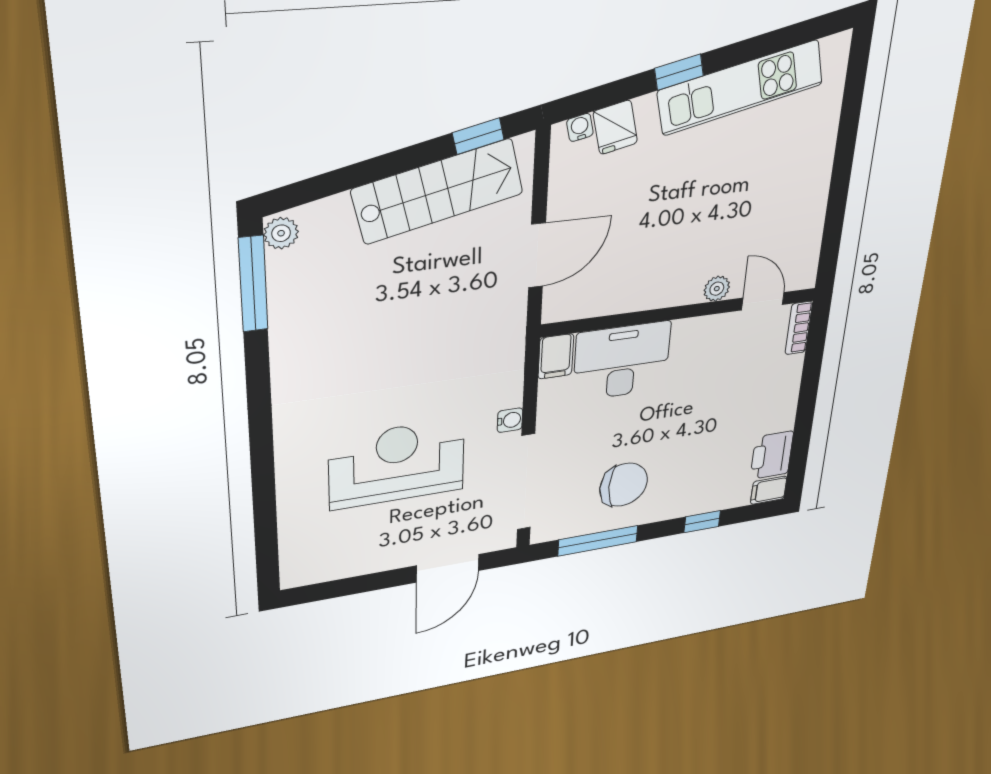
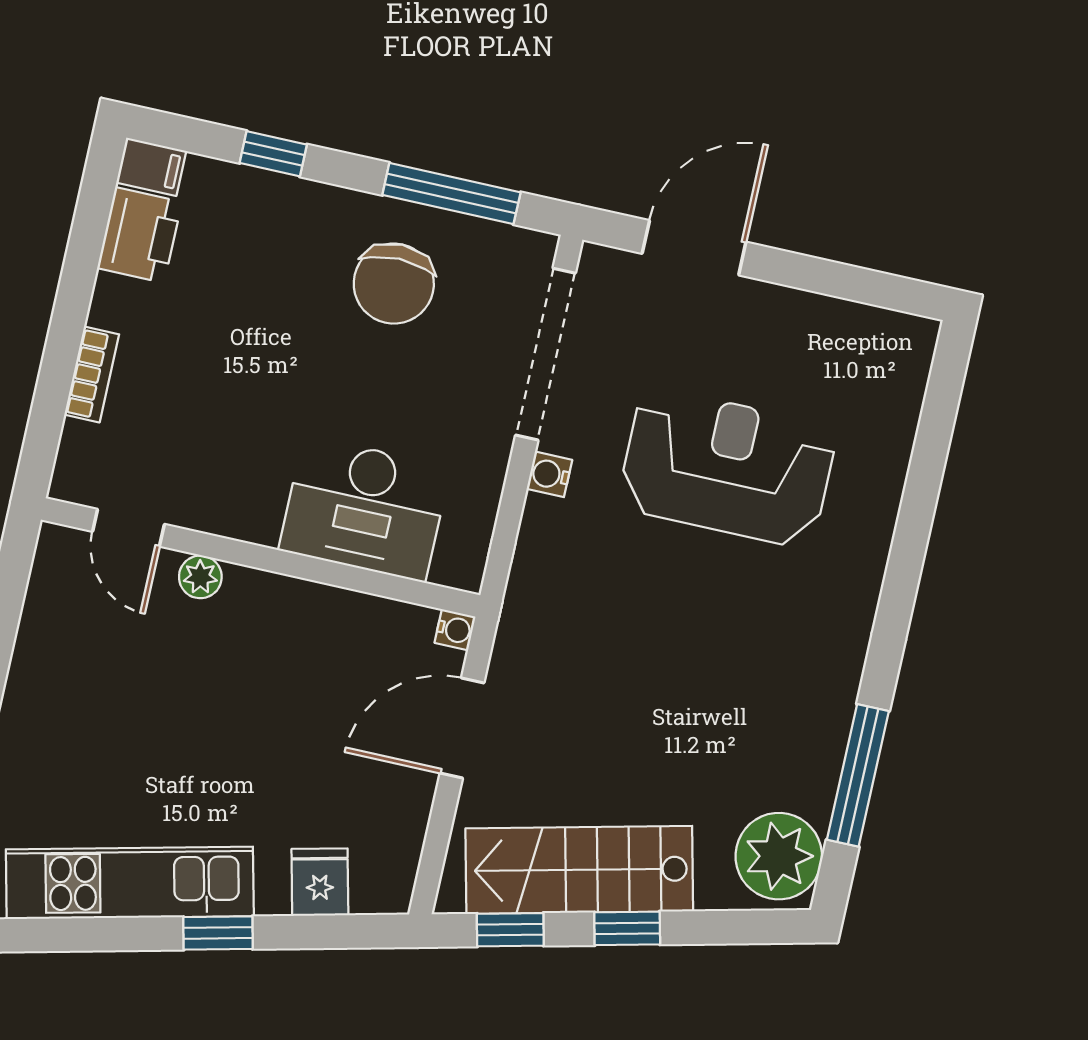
water cooler: (580, 127) -> (455, 630), moved, turned -77
window: (395, 163) -> (627, 928), added
plant: (281, 233) -> (779, 856), width x1.88, depth x1.88
window: (253, 284) -> (858, 775), moved
bookcase: (799, 328) -> (92, 375), moved
filing cabinet: (556, 356) -> (463, 556), removed
reception desk: (397, 464) -> (727, 467), turned 180
chair: (624, 485) -> (394, 284), turned -91

